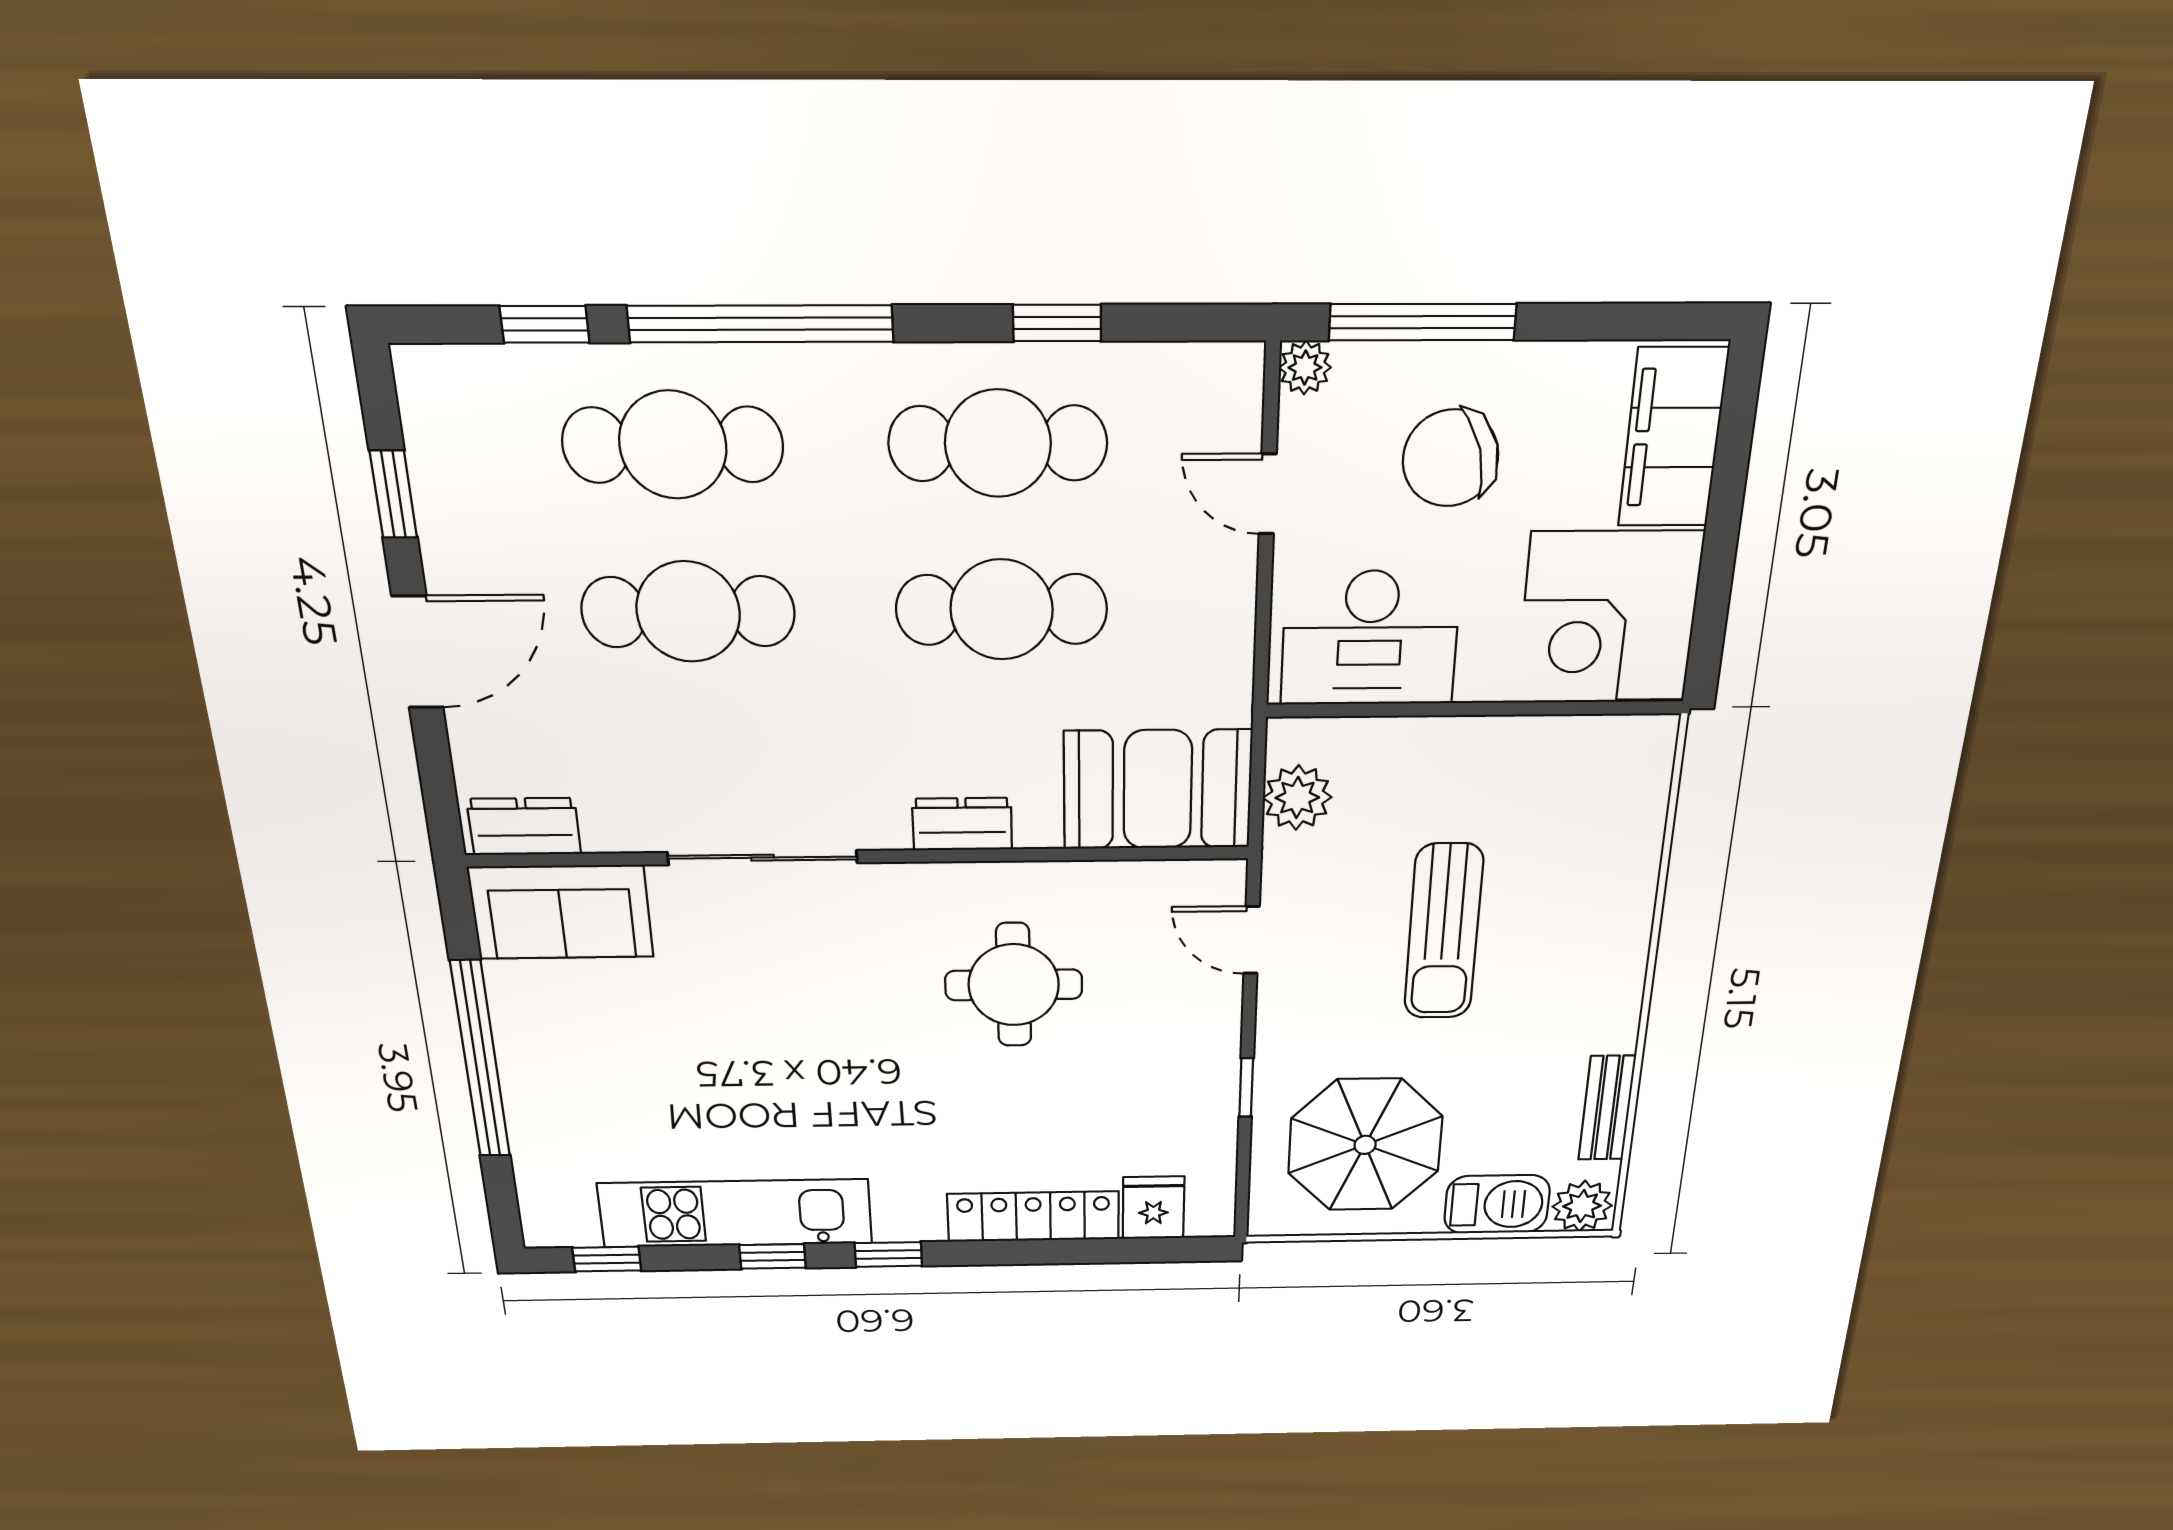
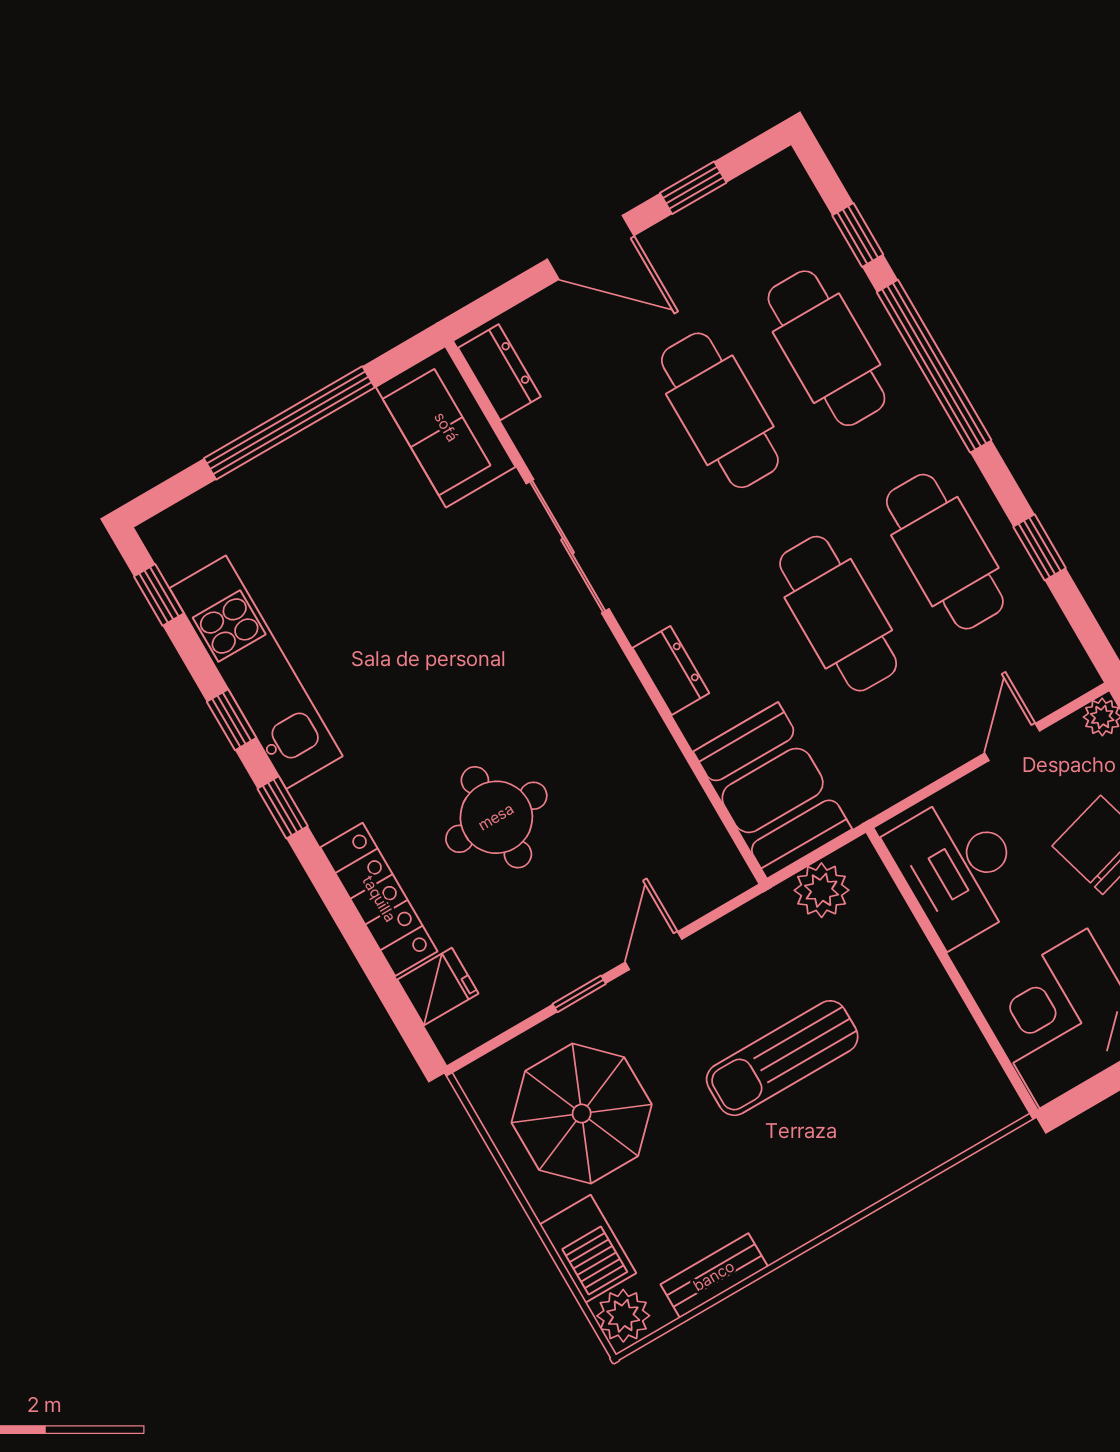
door: (1252, 940) -> (654, 951), moved
round table: (1014, 985) -> (496, 817), moved

